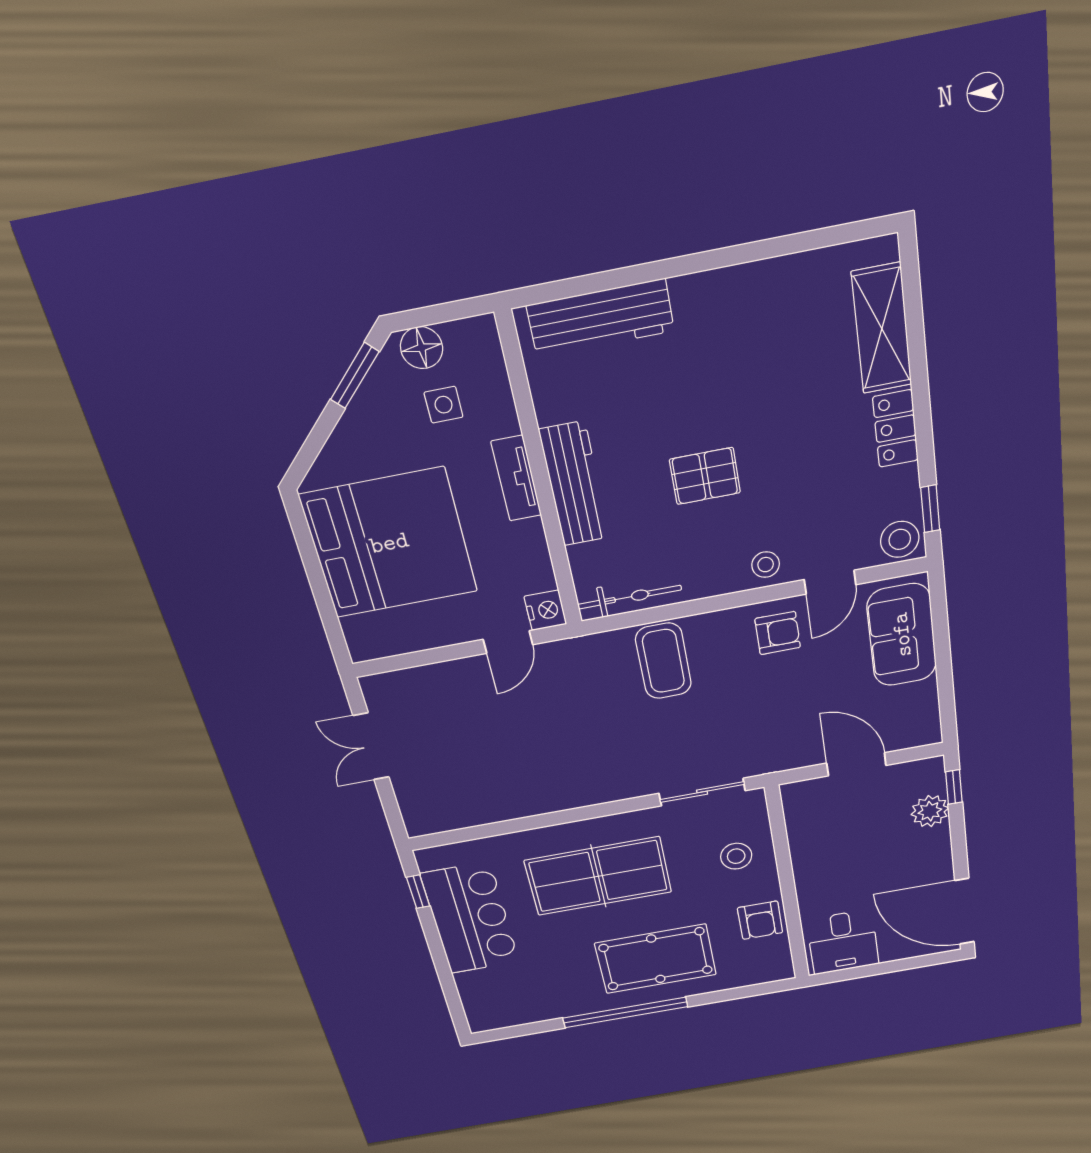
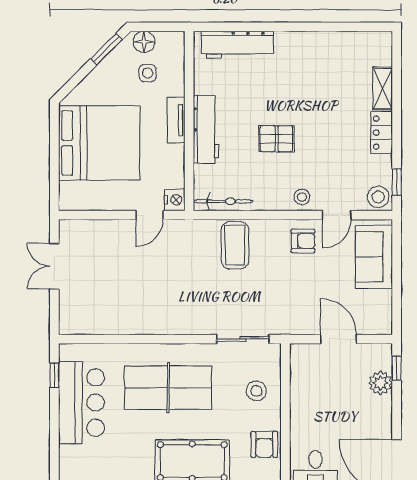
shelving: (882, 329) -> (383, 88), width x0.67, depth x0.75

